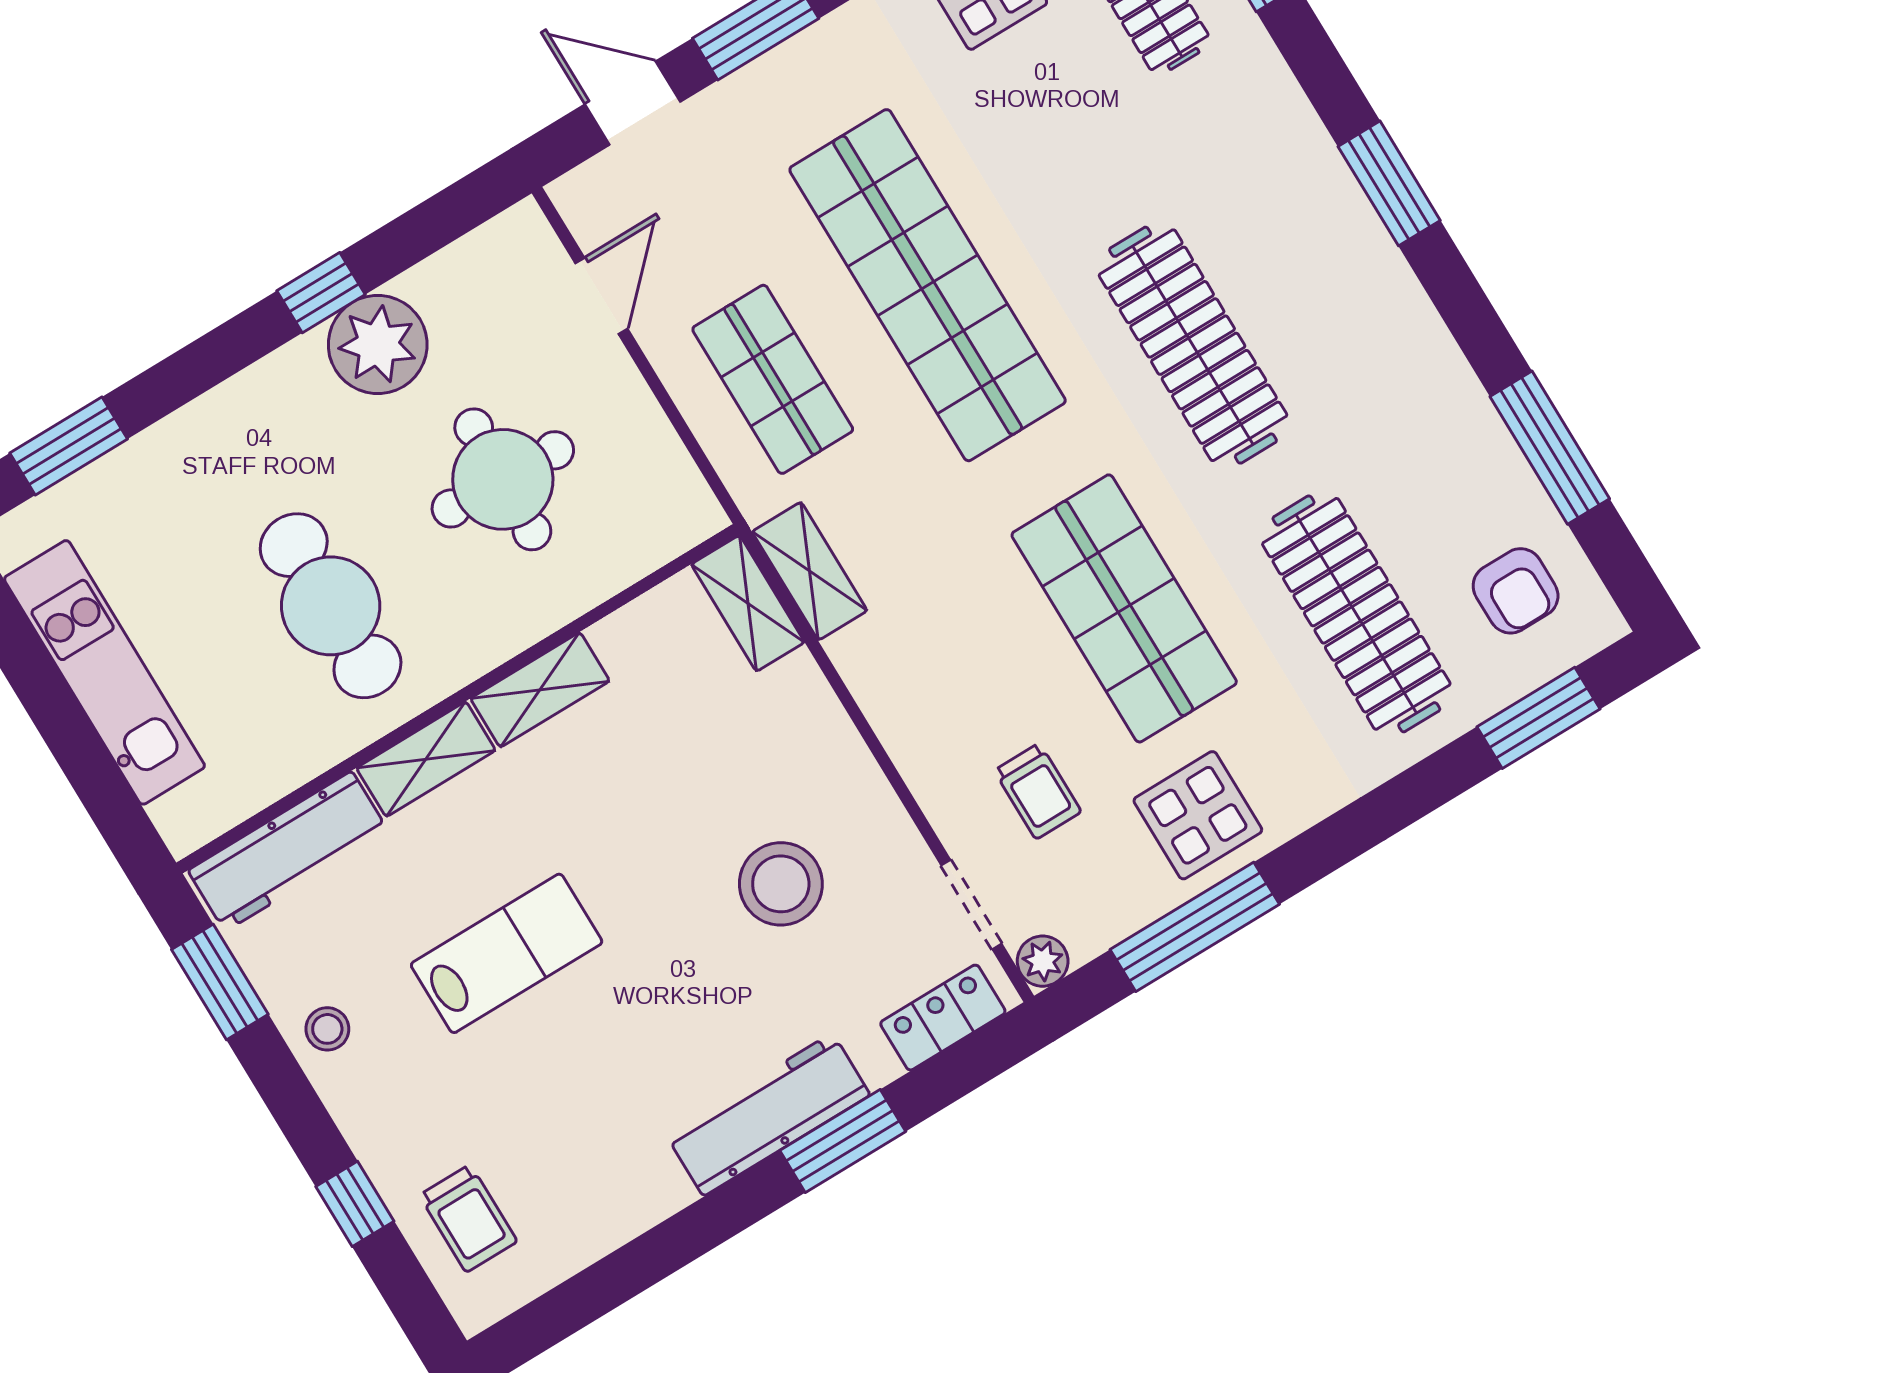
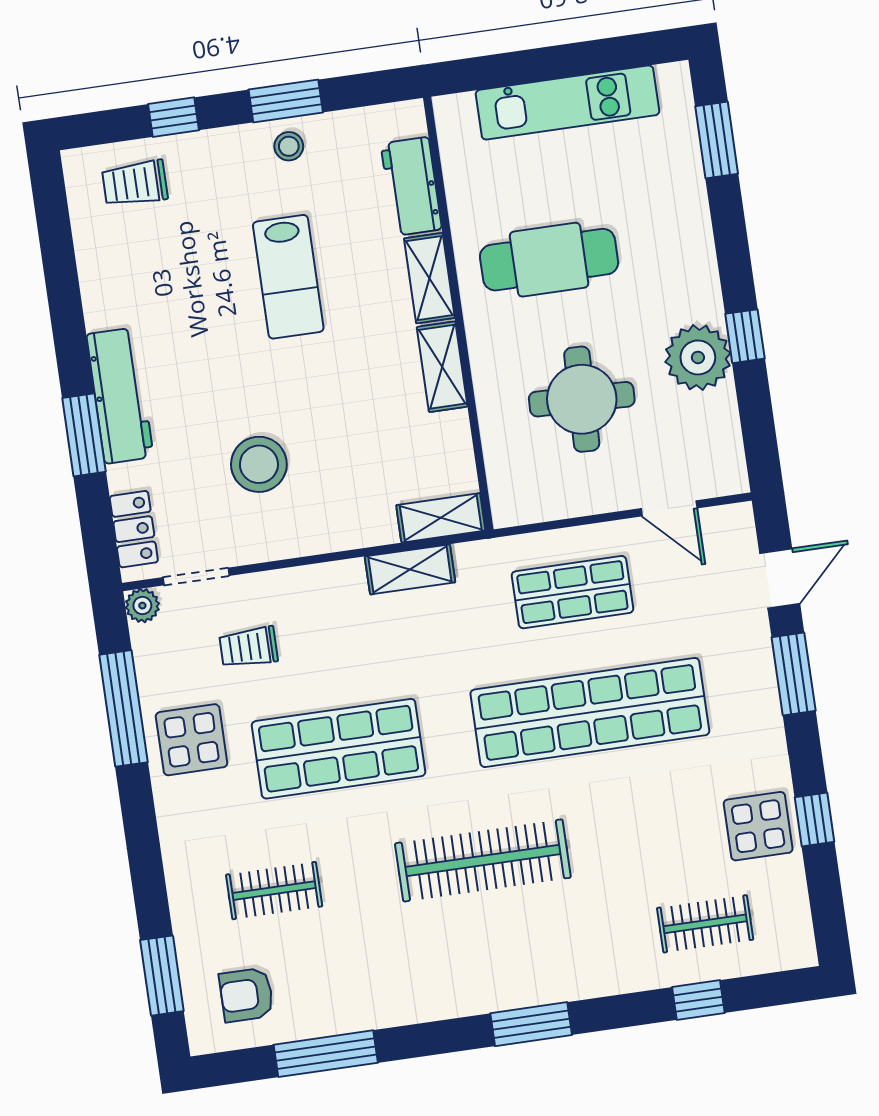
shelving: (810, 571) -> (410, 569), moved
clothes rail: (1356, 614) -> (274, 891), width x0.54, depth x0.76
workbench: (288, 851) -> (411, 186), width x0.73
window: (220, 982) -> (286, 101), moved

